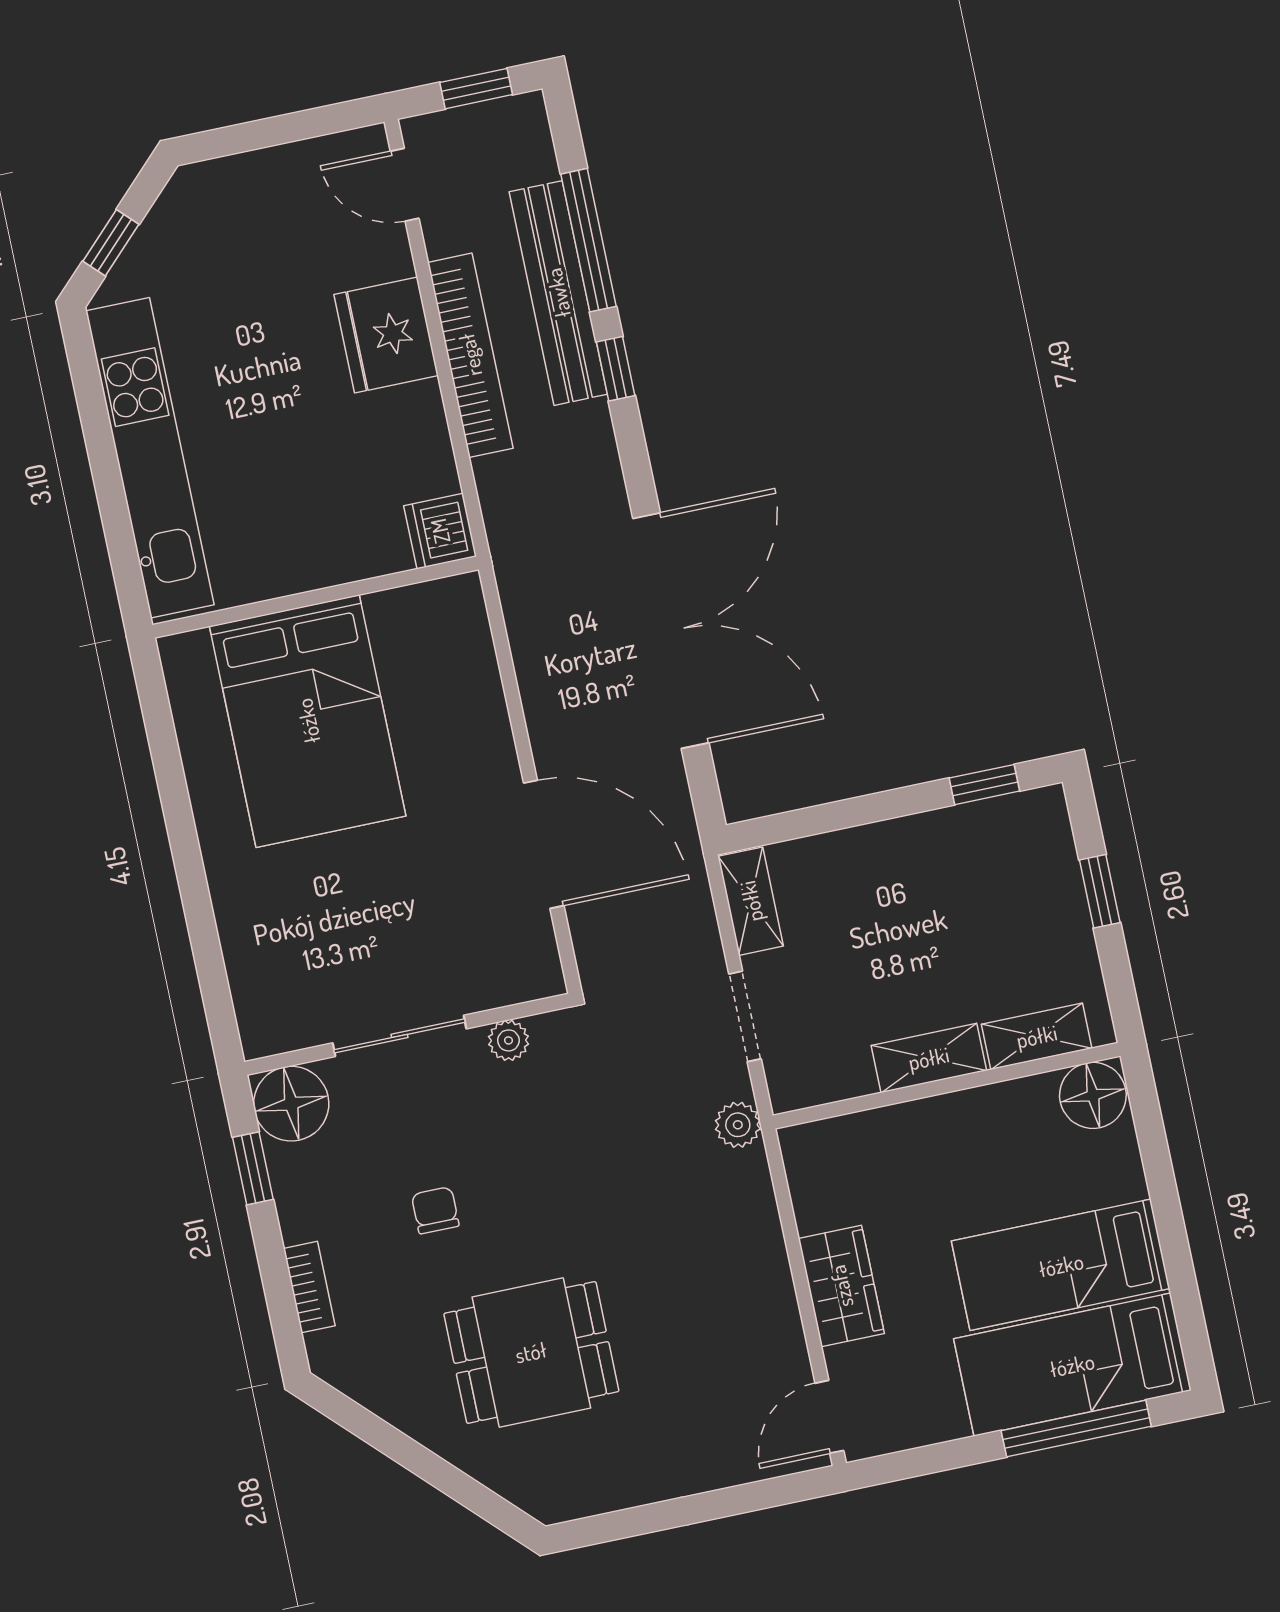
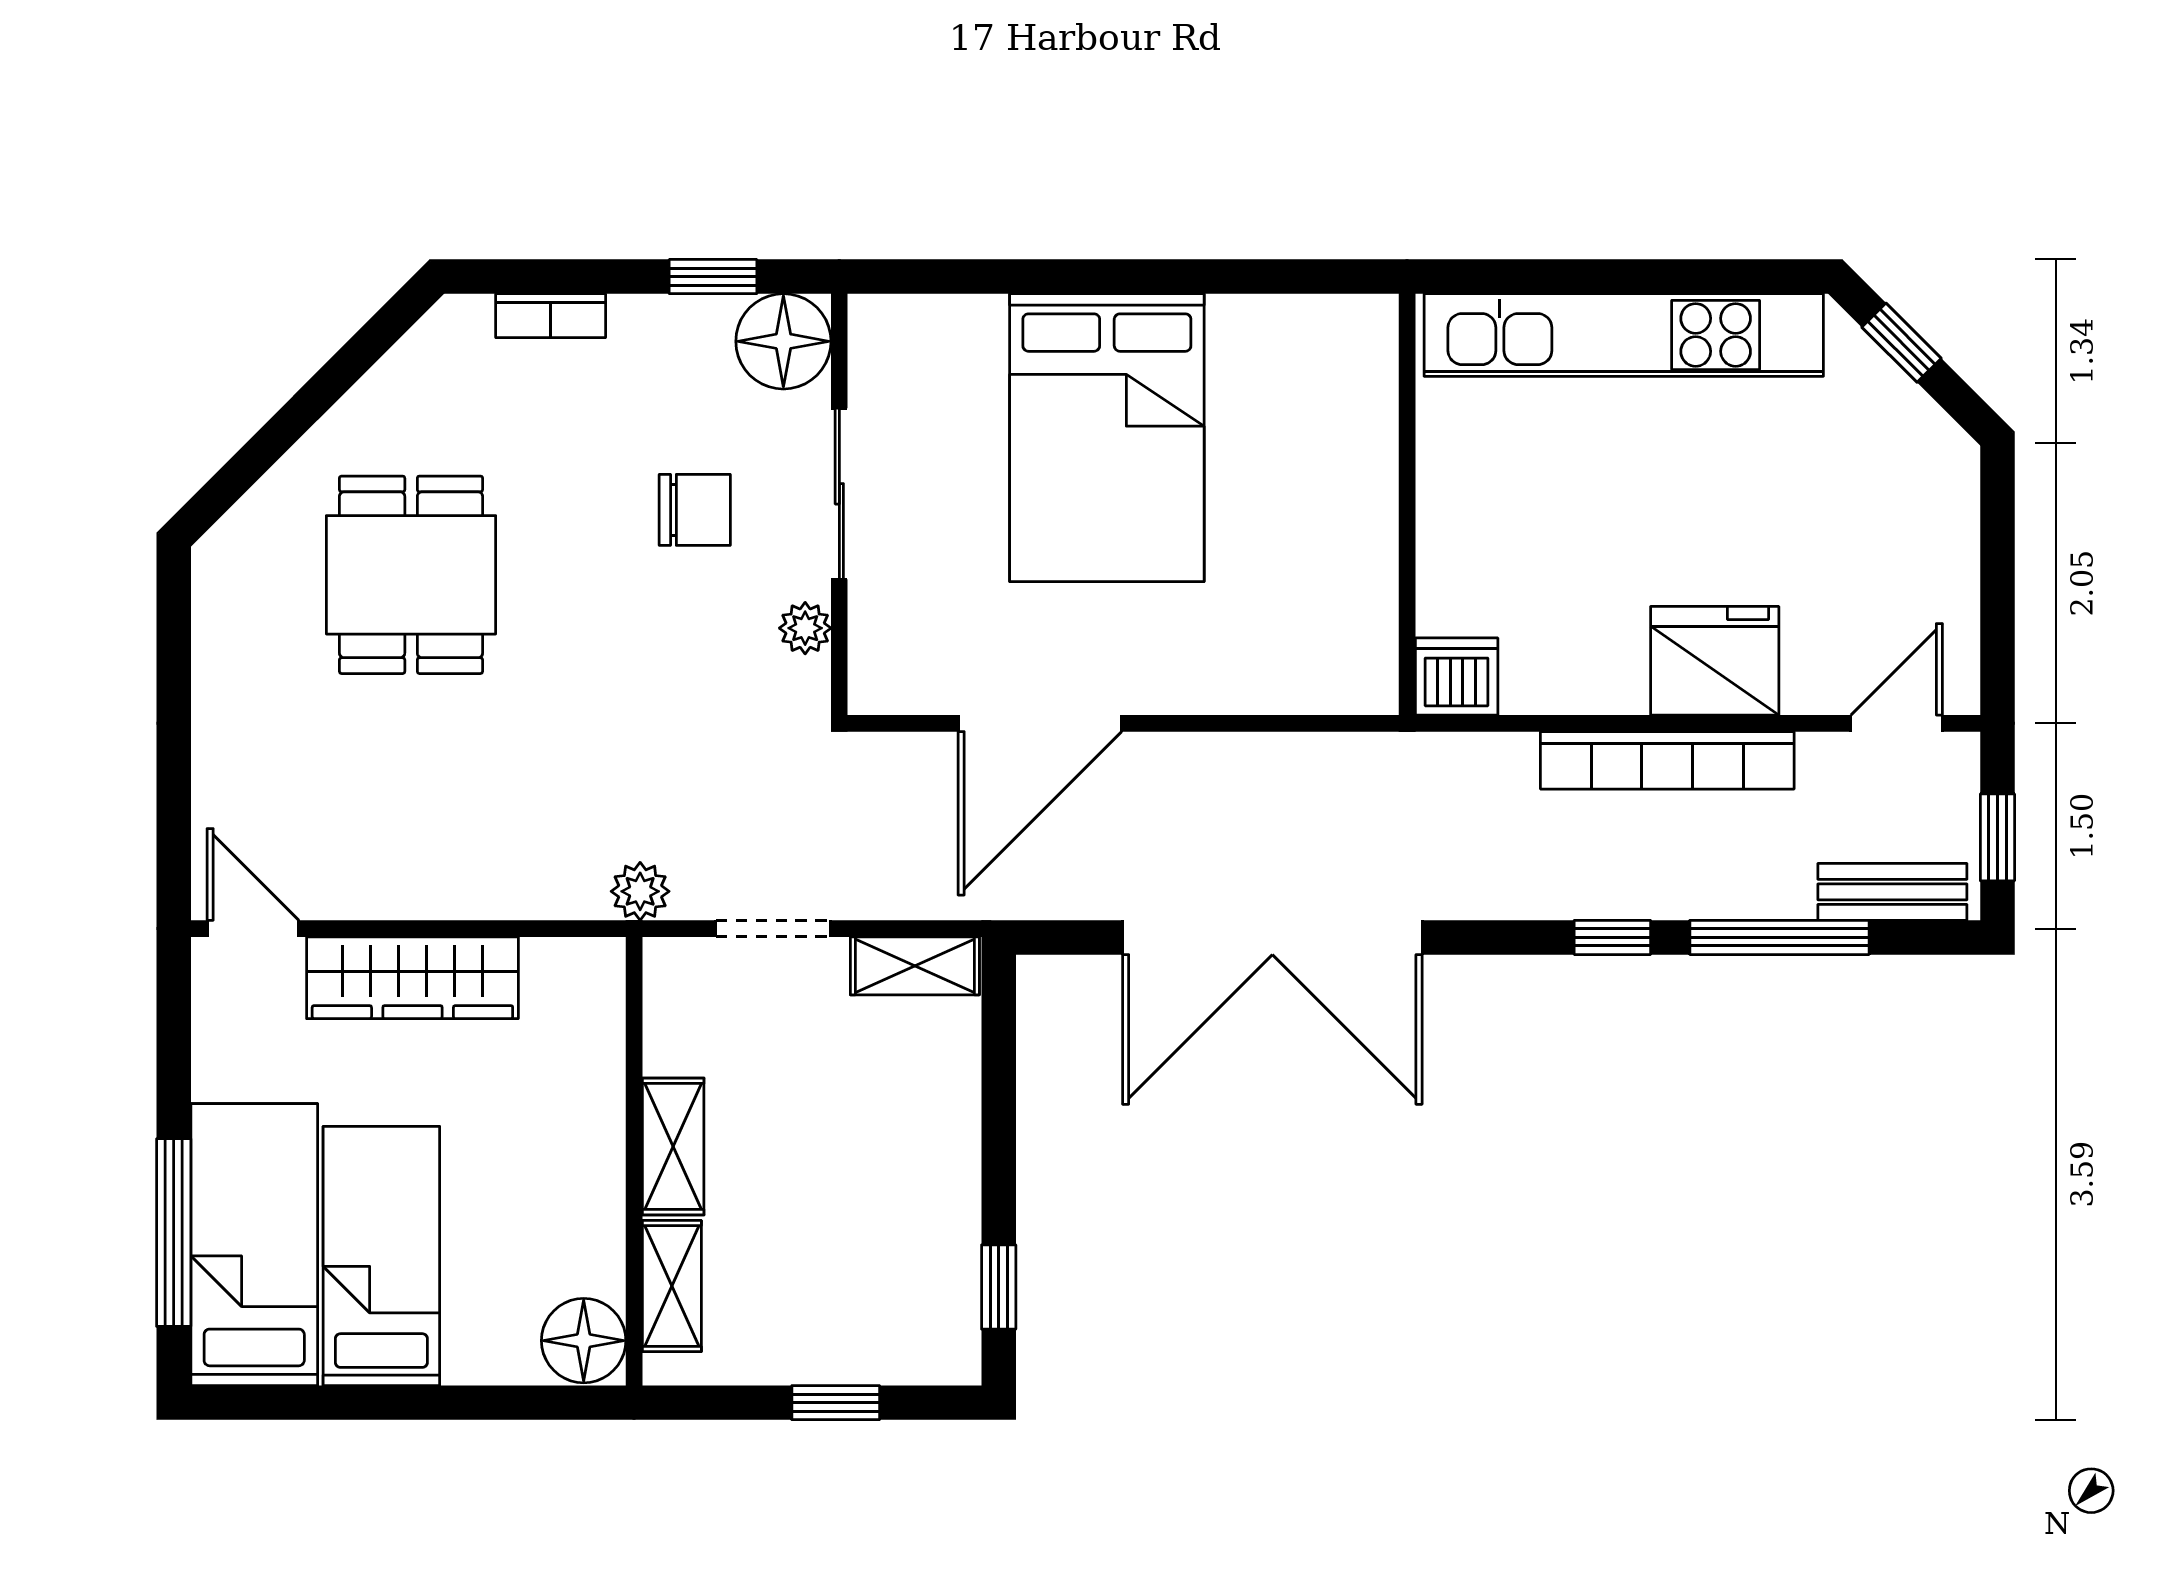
bench: (558, 293) -> (1892, 892), moved, width x0.54, depth x0.82
bed: (308, 721) -> (1107, 438), moved, turned -90
chair: (435, 1210) -> (695, 510), moved, width x1.37, depth x1.37
wardrobe: (841, 1286) -> (412, 978), width x1.50

